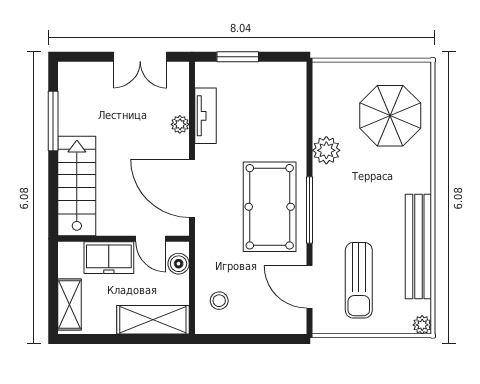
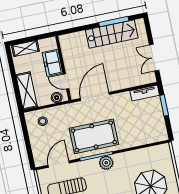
tv unit: (205, 116) -> (145, 93), moved
plant: (180, 124) -> (125, 84), removed
plant: (326, 150) -> (106, 163), moved
stairs: (77, 186) -> (112, 34), moved
door: (151, 239) -> (66, 81), hinge flipped

